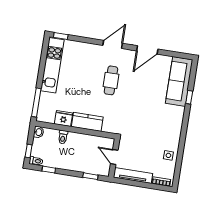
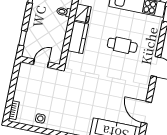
door: (147, 50) -> (146, 113), moved
cafe table: (111, 80) -> (122, 45), moved
tv unit: (133, 175) -> (22, 82), removed

